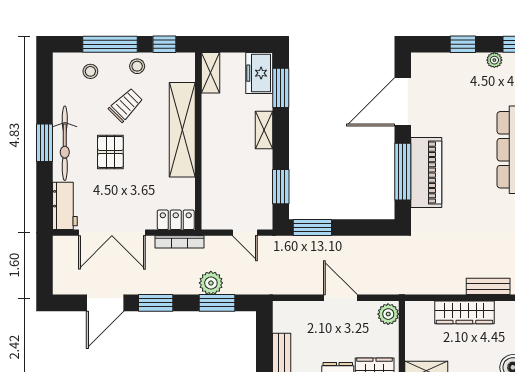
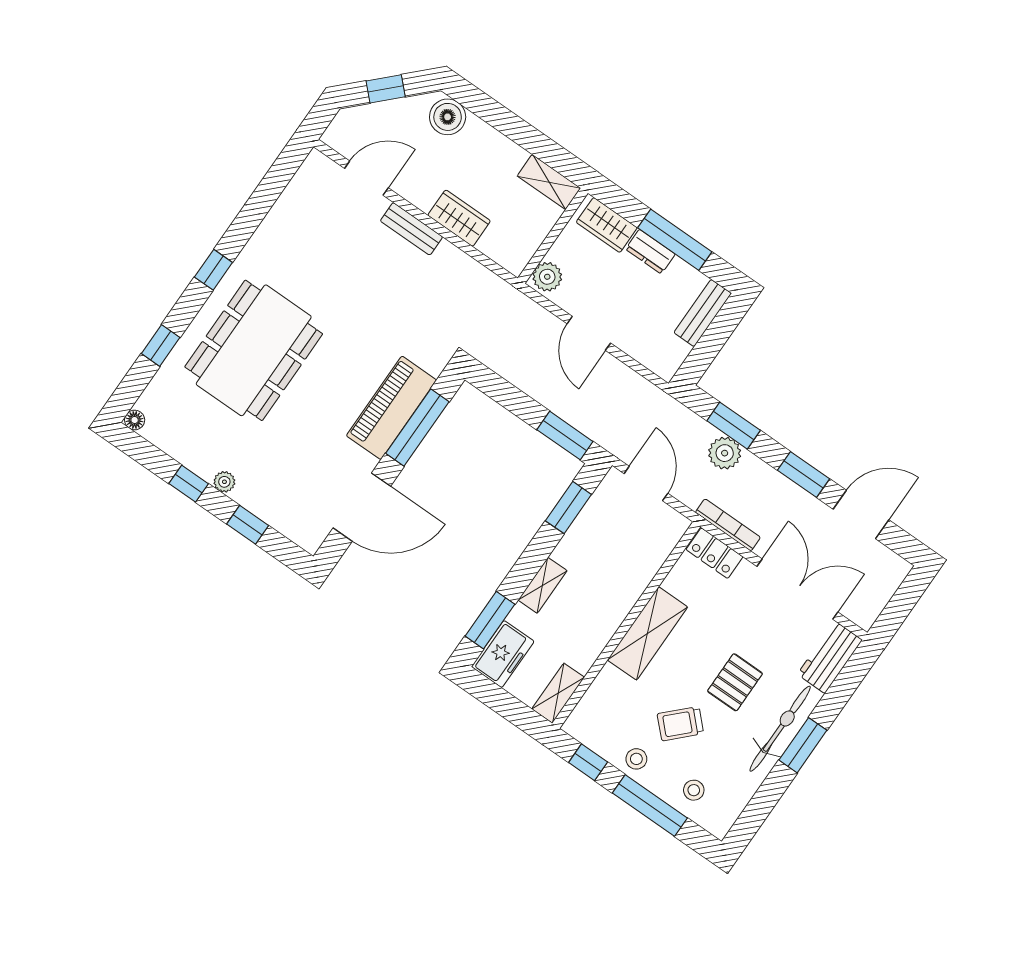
shelving: (182, 130) -> (648, 633), width x0.68
door: (245, 233) -> (646, 484), width x1.38
wardrobe: (464, 312) -> (459, 218), width x0.67

